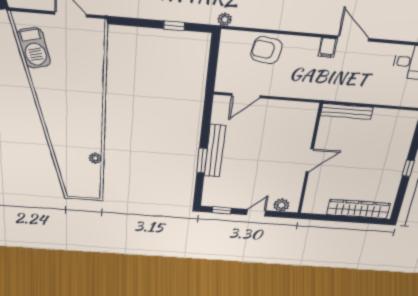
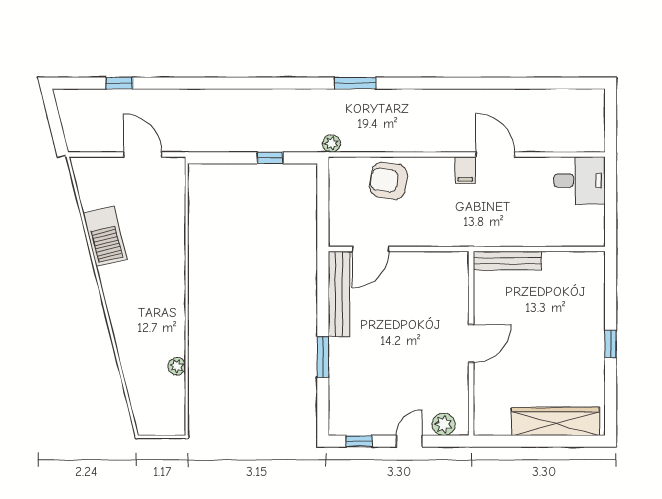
barbecue: (34, 48) -> (105, 236), moved
bench: (215, 151) -> (339, 294), moved

